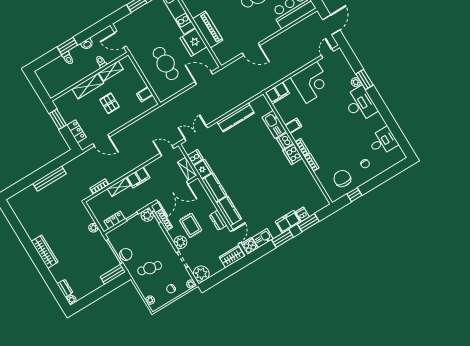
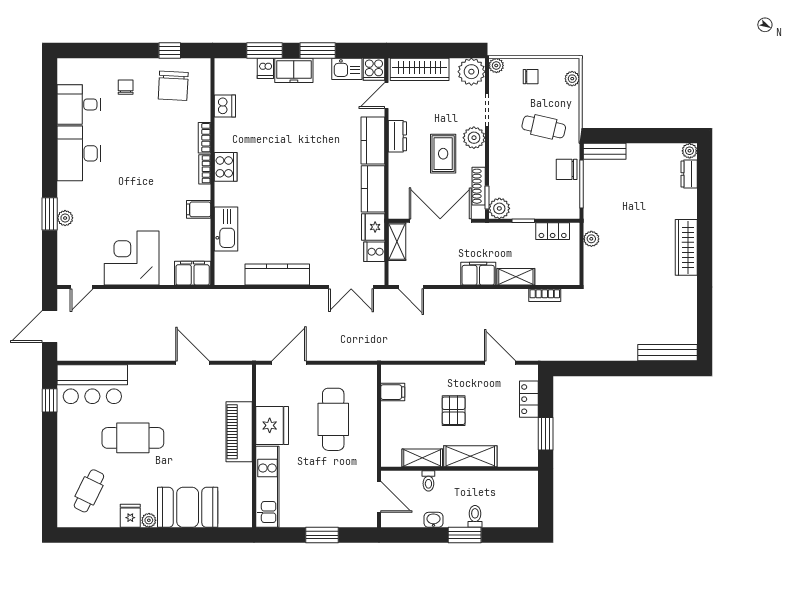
door: (204, 78) -> (289, 363), swing flipped
desk: (360, 104) -> (79, 153), moved
dishwasher: (285, 141) -> (225, 106), moved
bench: (49, 179) -> (668, 353), moved
wardrobe: (232, 257) -> (420, 69), width x1.50

